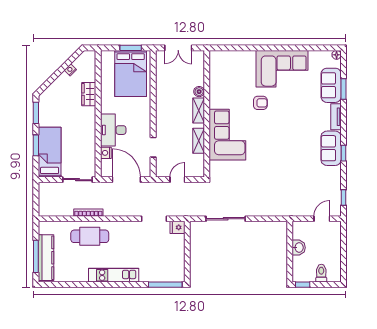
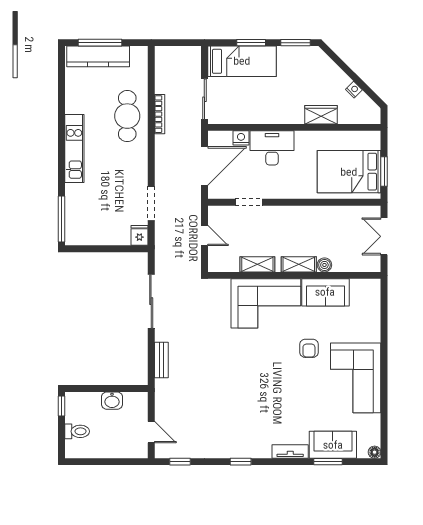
sofa: (331, 148) -> (325, 292), moved, turned 180
bench: (269, 211) -> (161, 360), added

